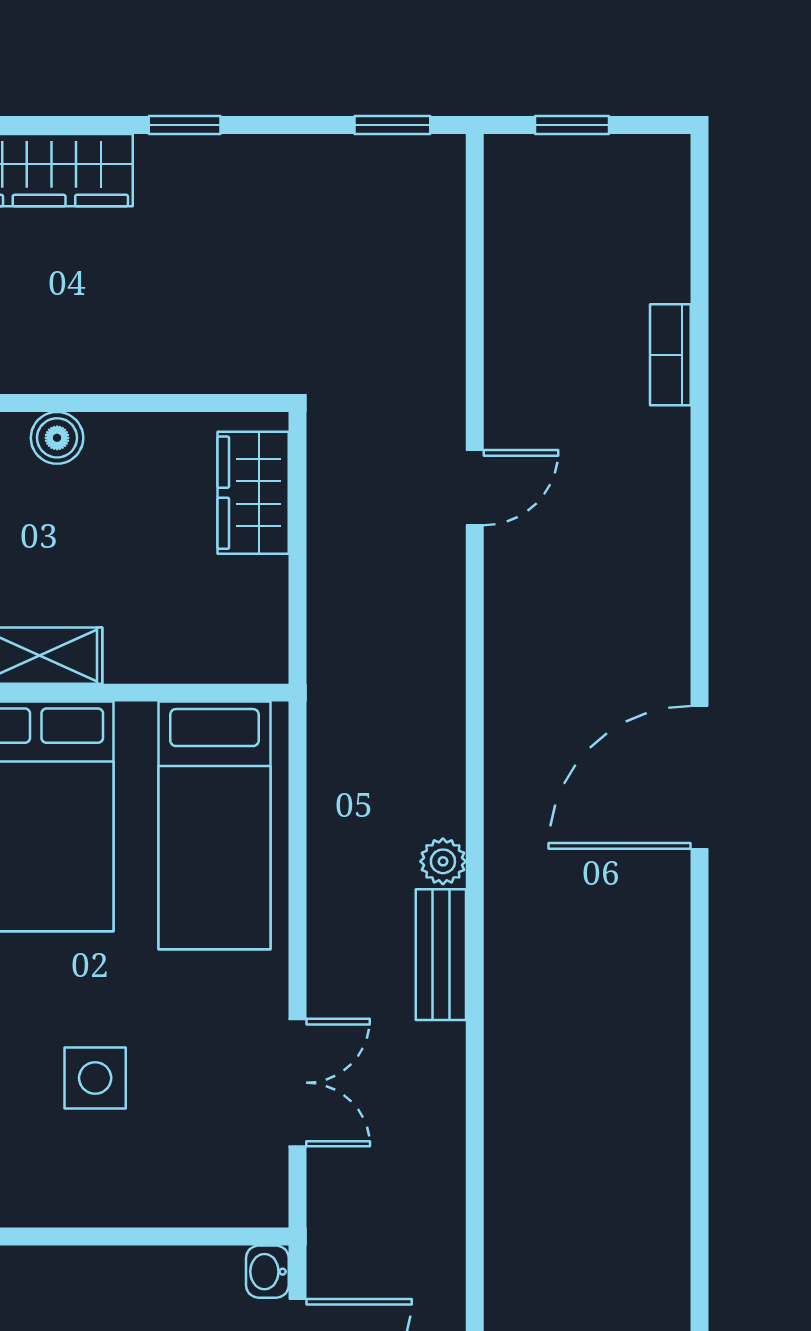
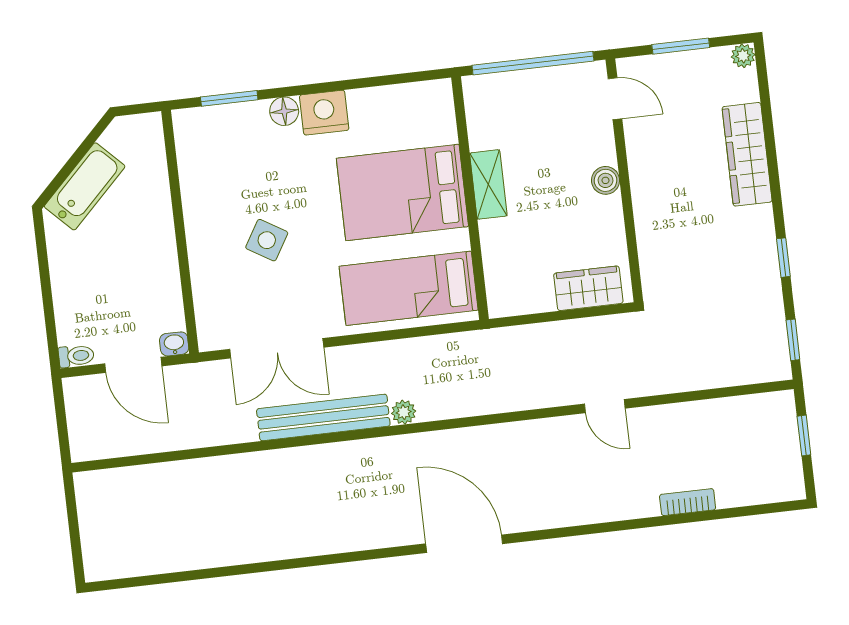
window: (185, 125) -> (783, 258), moved
bench: (441, 955) -> (323, 417), width x1.86, depth x1.21
side table: (95, 1078) -> (267, 240), turned 31
double door: (297, 1083) -> (277, 348), width x1.37

